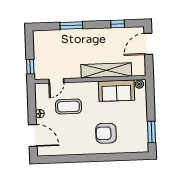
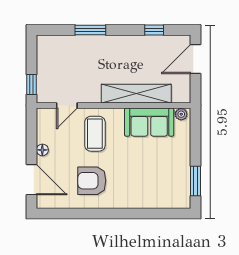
coffee table: (68, 107) -> (95, 134), moved, turned 90
armchair: (106, 133) -> (92, 181), moved

